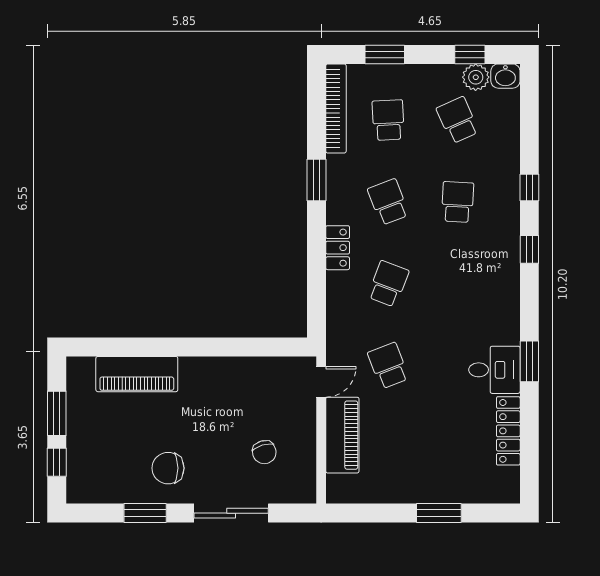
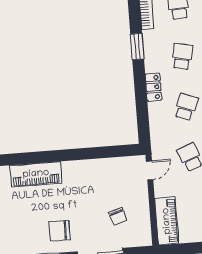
school desk: (388, 202) -> (182, 57), turned 33
piano: (342, 435) -> (167, 221), moved

